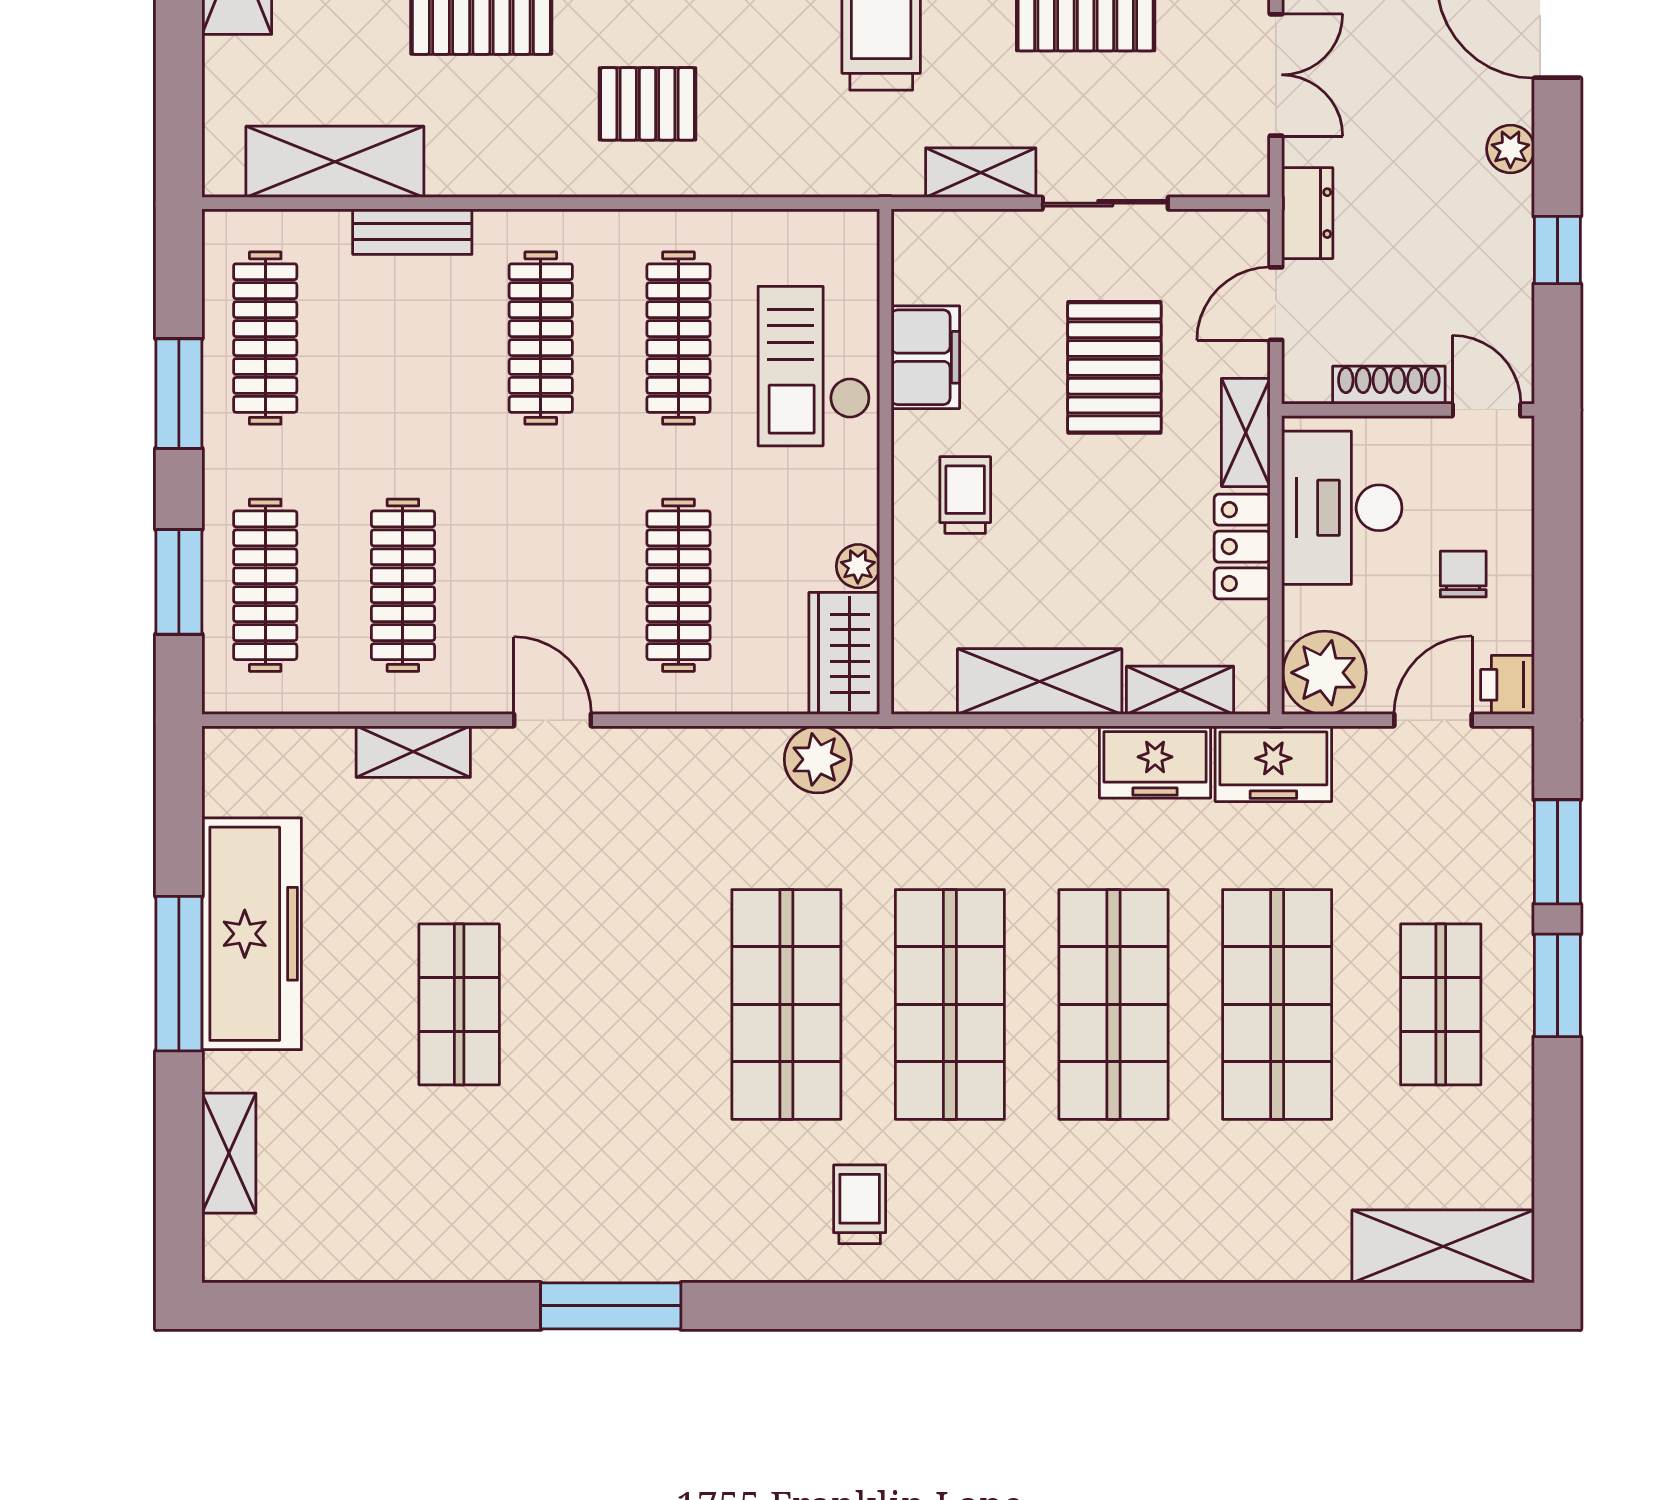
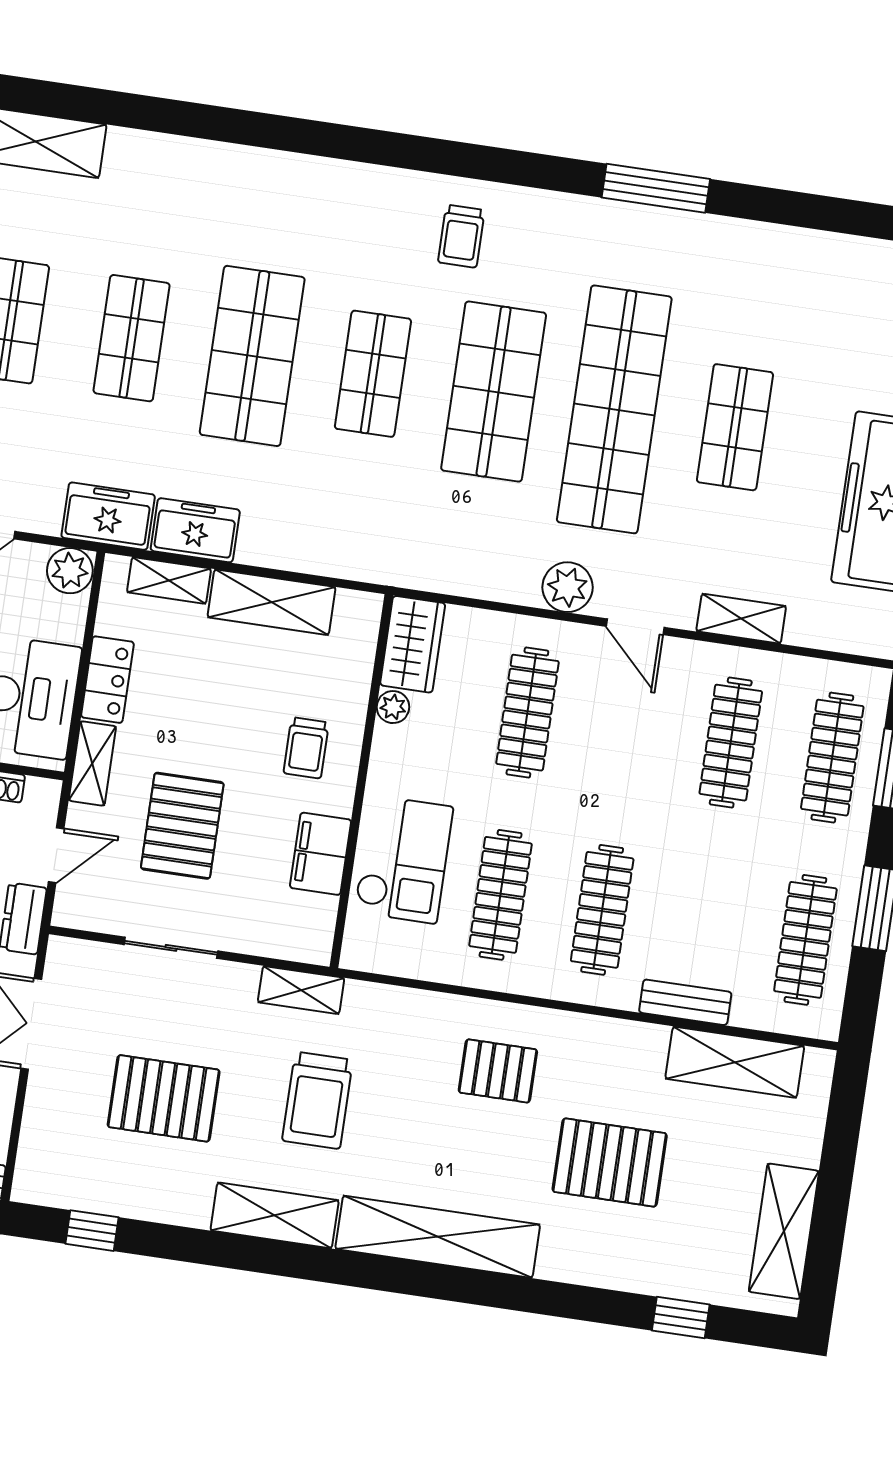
shelving: (981, 173) -> (301, 990), moved
plant: (1324, 673) -> (70, 571), width x0.73, depth x0.73
plant: (818, 759) -> (568, 587), moved
shop shelf: (623, 1004) -> (614, 409), added
shop shelf: (950, 1004) -> (373, 374), width x0.70, depth x0.74
shop shelf: (1277, 1004) -> (132, 338), width x0.70, depth x0.74

